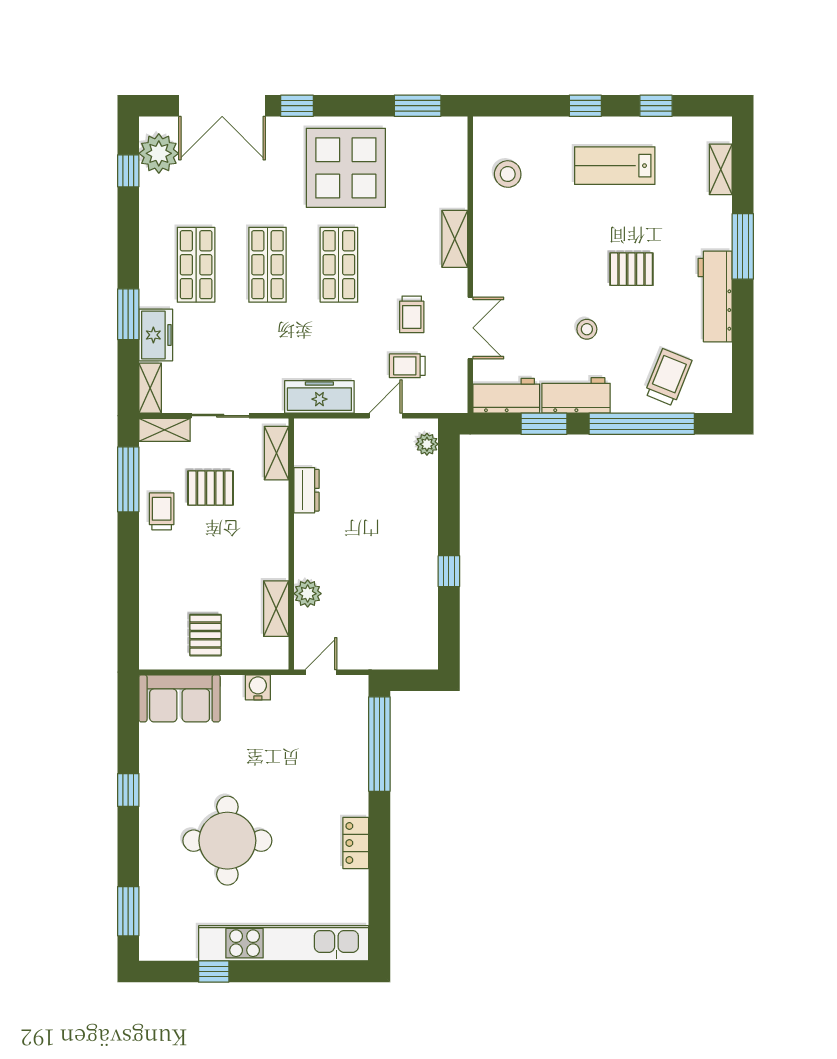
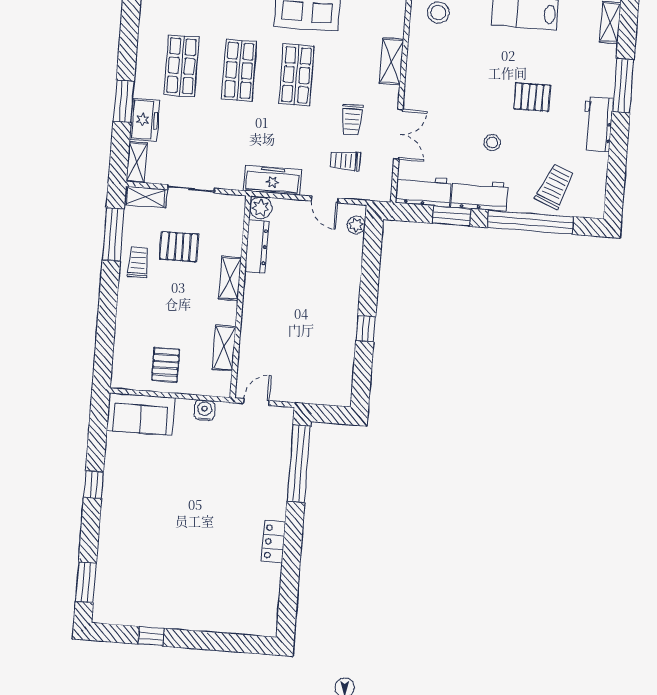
workbench: (715, 296) -> (598, 124), width x0.73
door: (386, 416) -> (325, 199), swing flipped
shelving: (276, 453) -> (230, 278), moved
dresser: (307, 490) -> (257, 247), width x1.44
plant: (308, 594) -> (261, 208), moved
round table: (227, 841) -> (170, 532), removed
kitchen unit: (284, 943) -> (209, 618), removed

